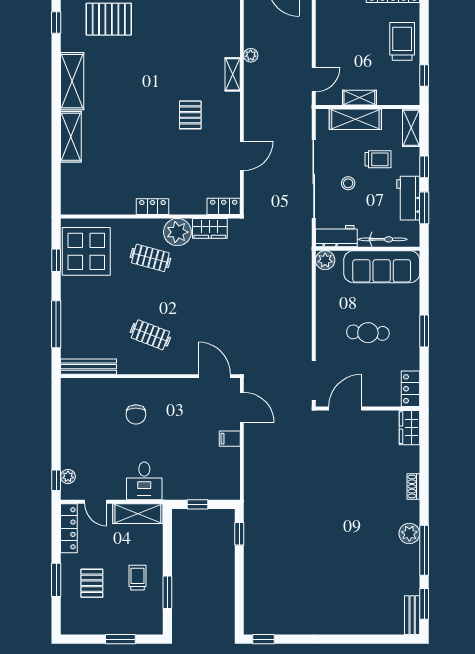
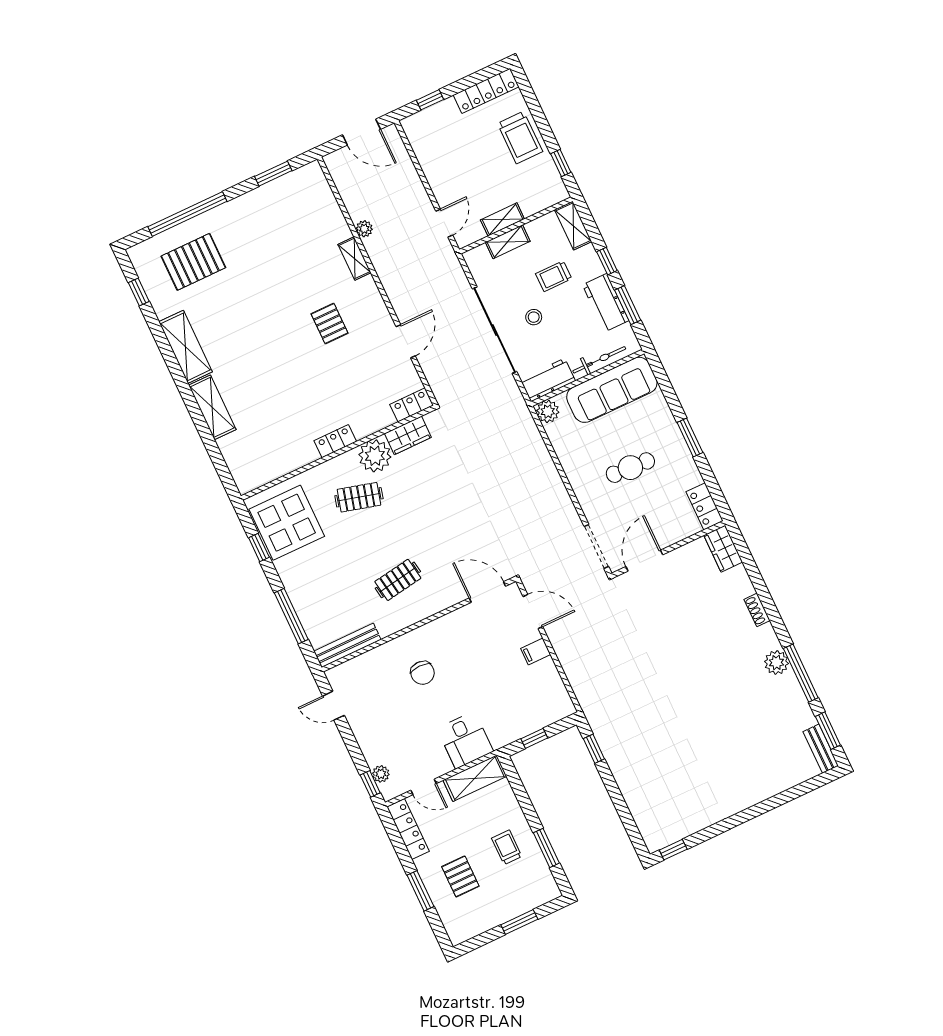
trolley: (402, 41) -> (520, 137), turned 180
shelving: (355, 119) -> (508, 242), width x0.67, depth x0.75
trolley: (378, 159) -> (554, 276), turned 180
clothes rail: (150, 335) -> (398, 580), turned -30
door: (56, 408) -> (333, 706), added

